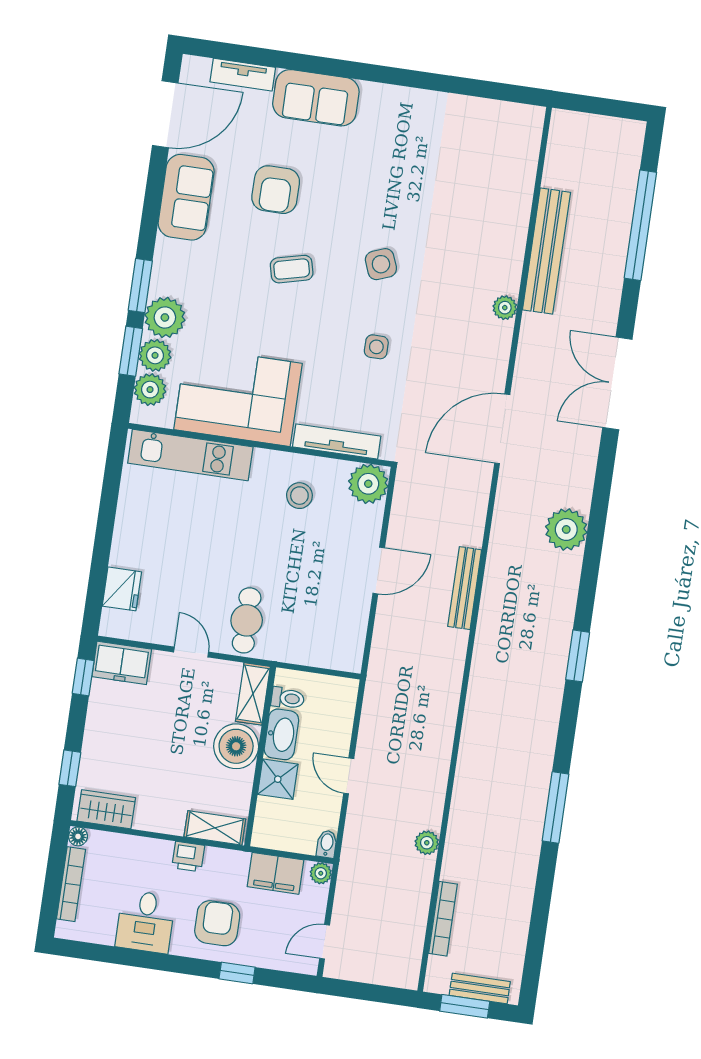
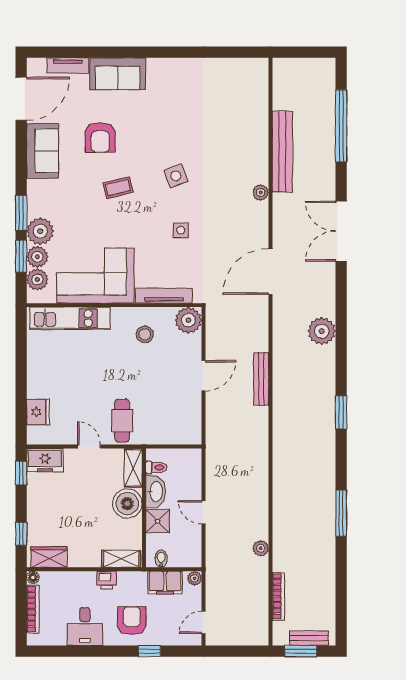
bidet: (327, 844) -> (161, 559), moved

